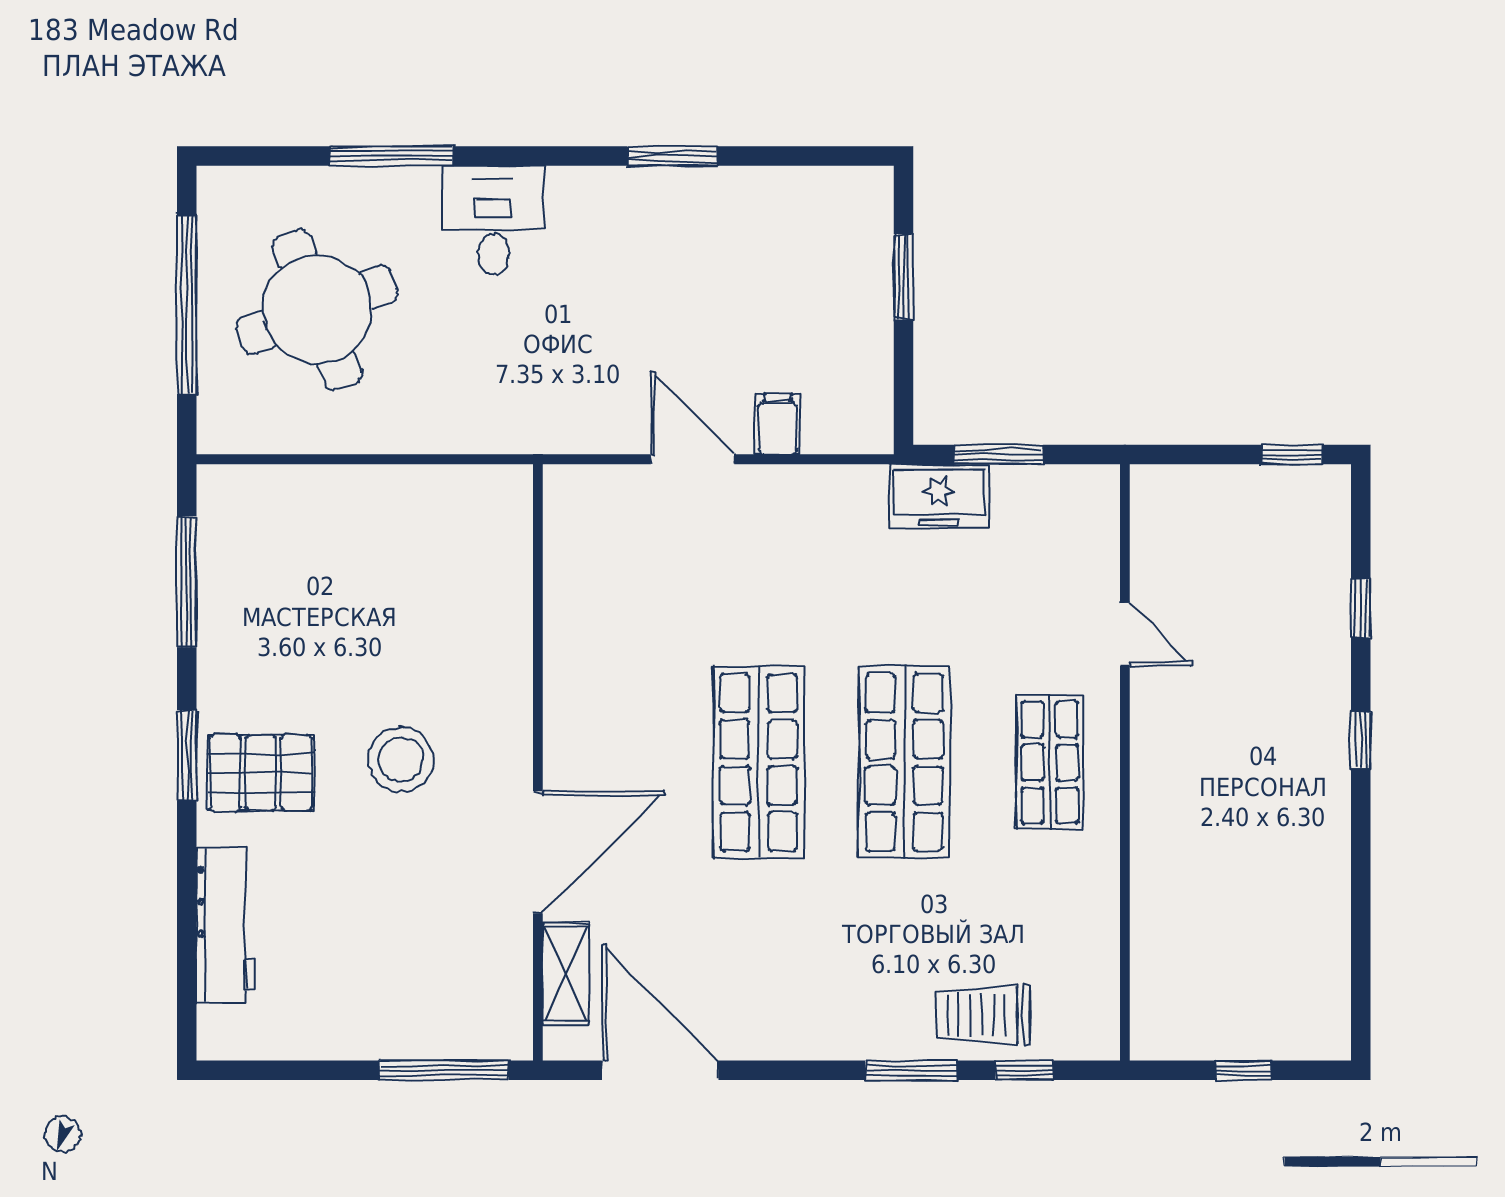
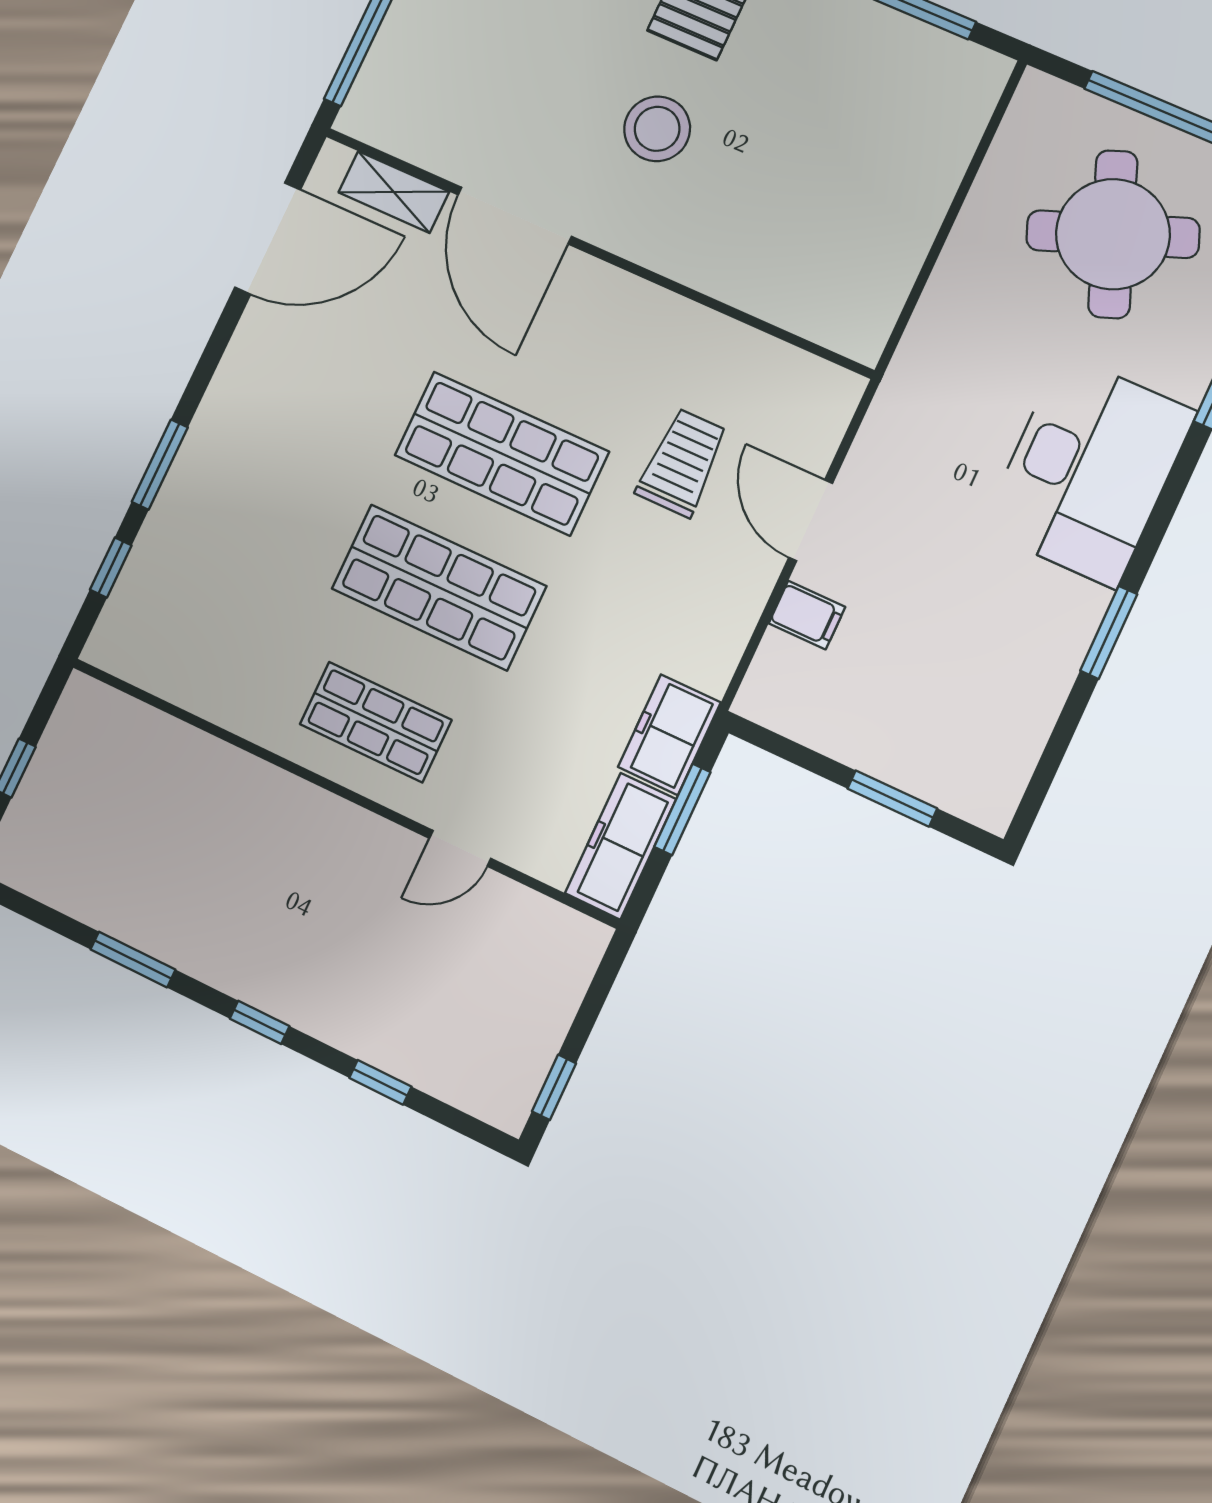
desk: (493, 220) -> (1089, 470), width x1.87, depth x1.30
door: (693, 459) -> (811, 520), swing flipped
freezer: (1056, 494) -> (621, 846), added
window: (1361, 880) -> (133, 959), added
trolley: (983, 1015) -> (682, 463), moved

